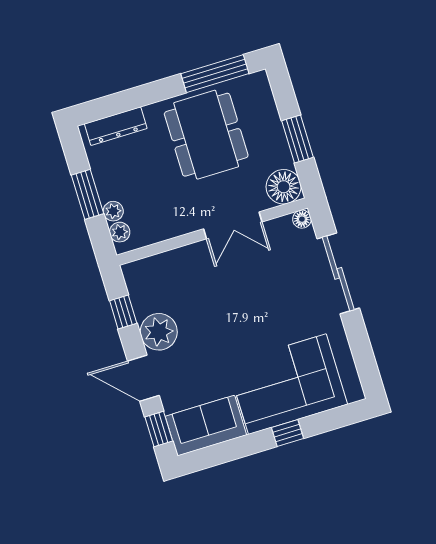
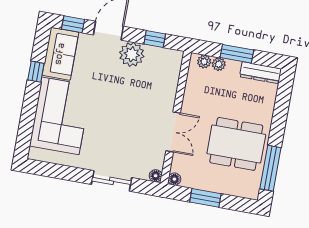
dresser: (116, 126) -> (261, 73), moved, turned -90
floor lamp: (284, 187) -> (174, 179), width x0.53, depth x0.53
double door: (233, 225) -> (173, 132), swing flipped
sliding door: (338, 273) -> (112, 181), width x0.73
window: (288, 433) -> (36, 72), moved

